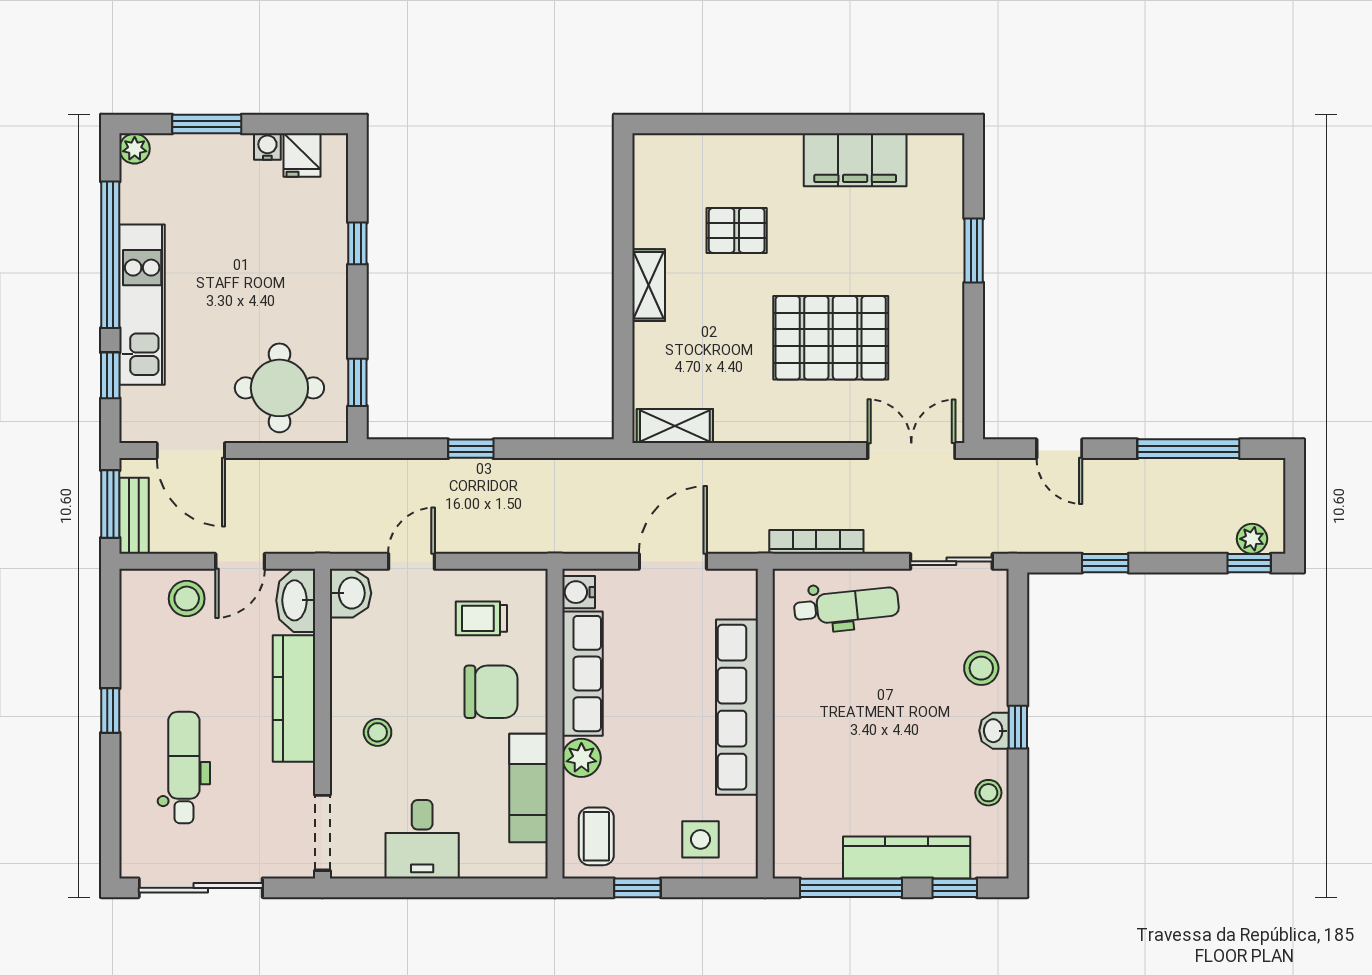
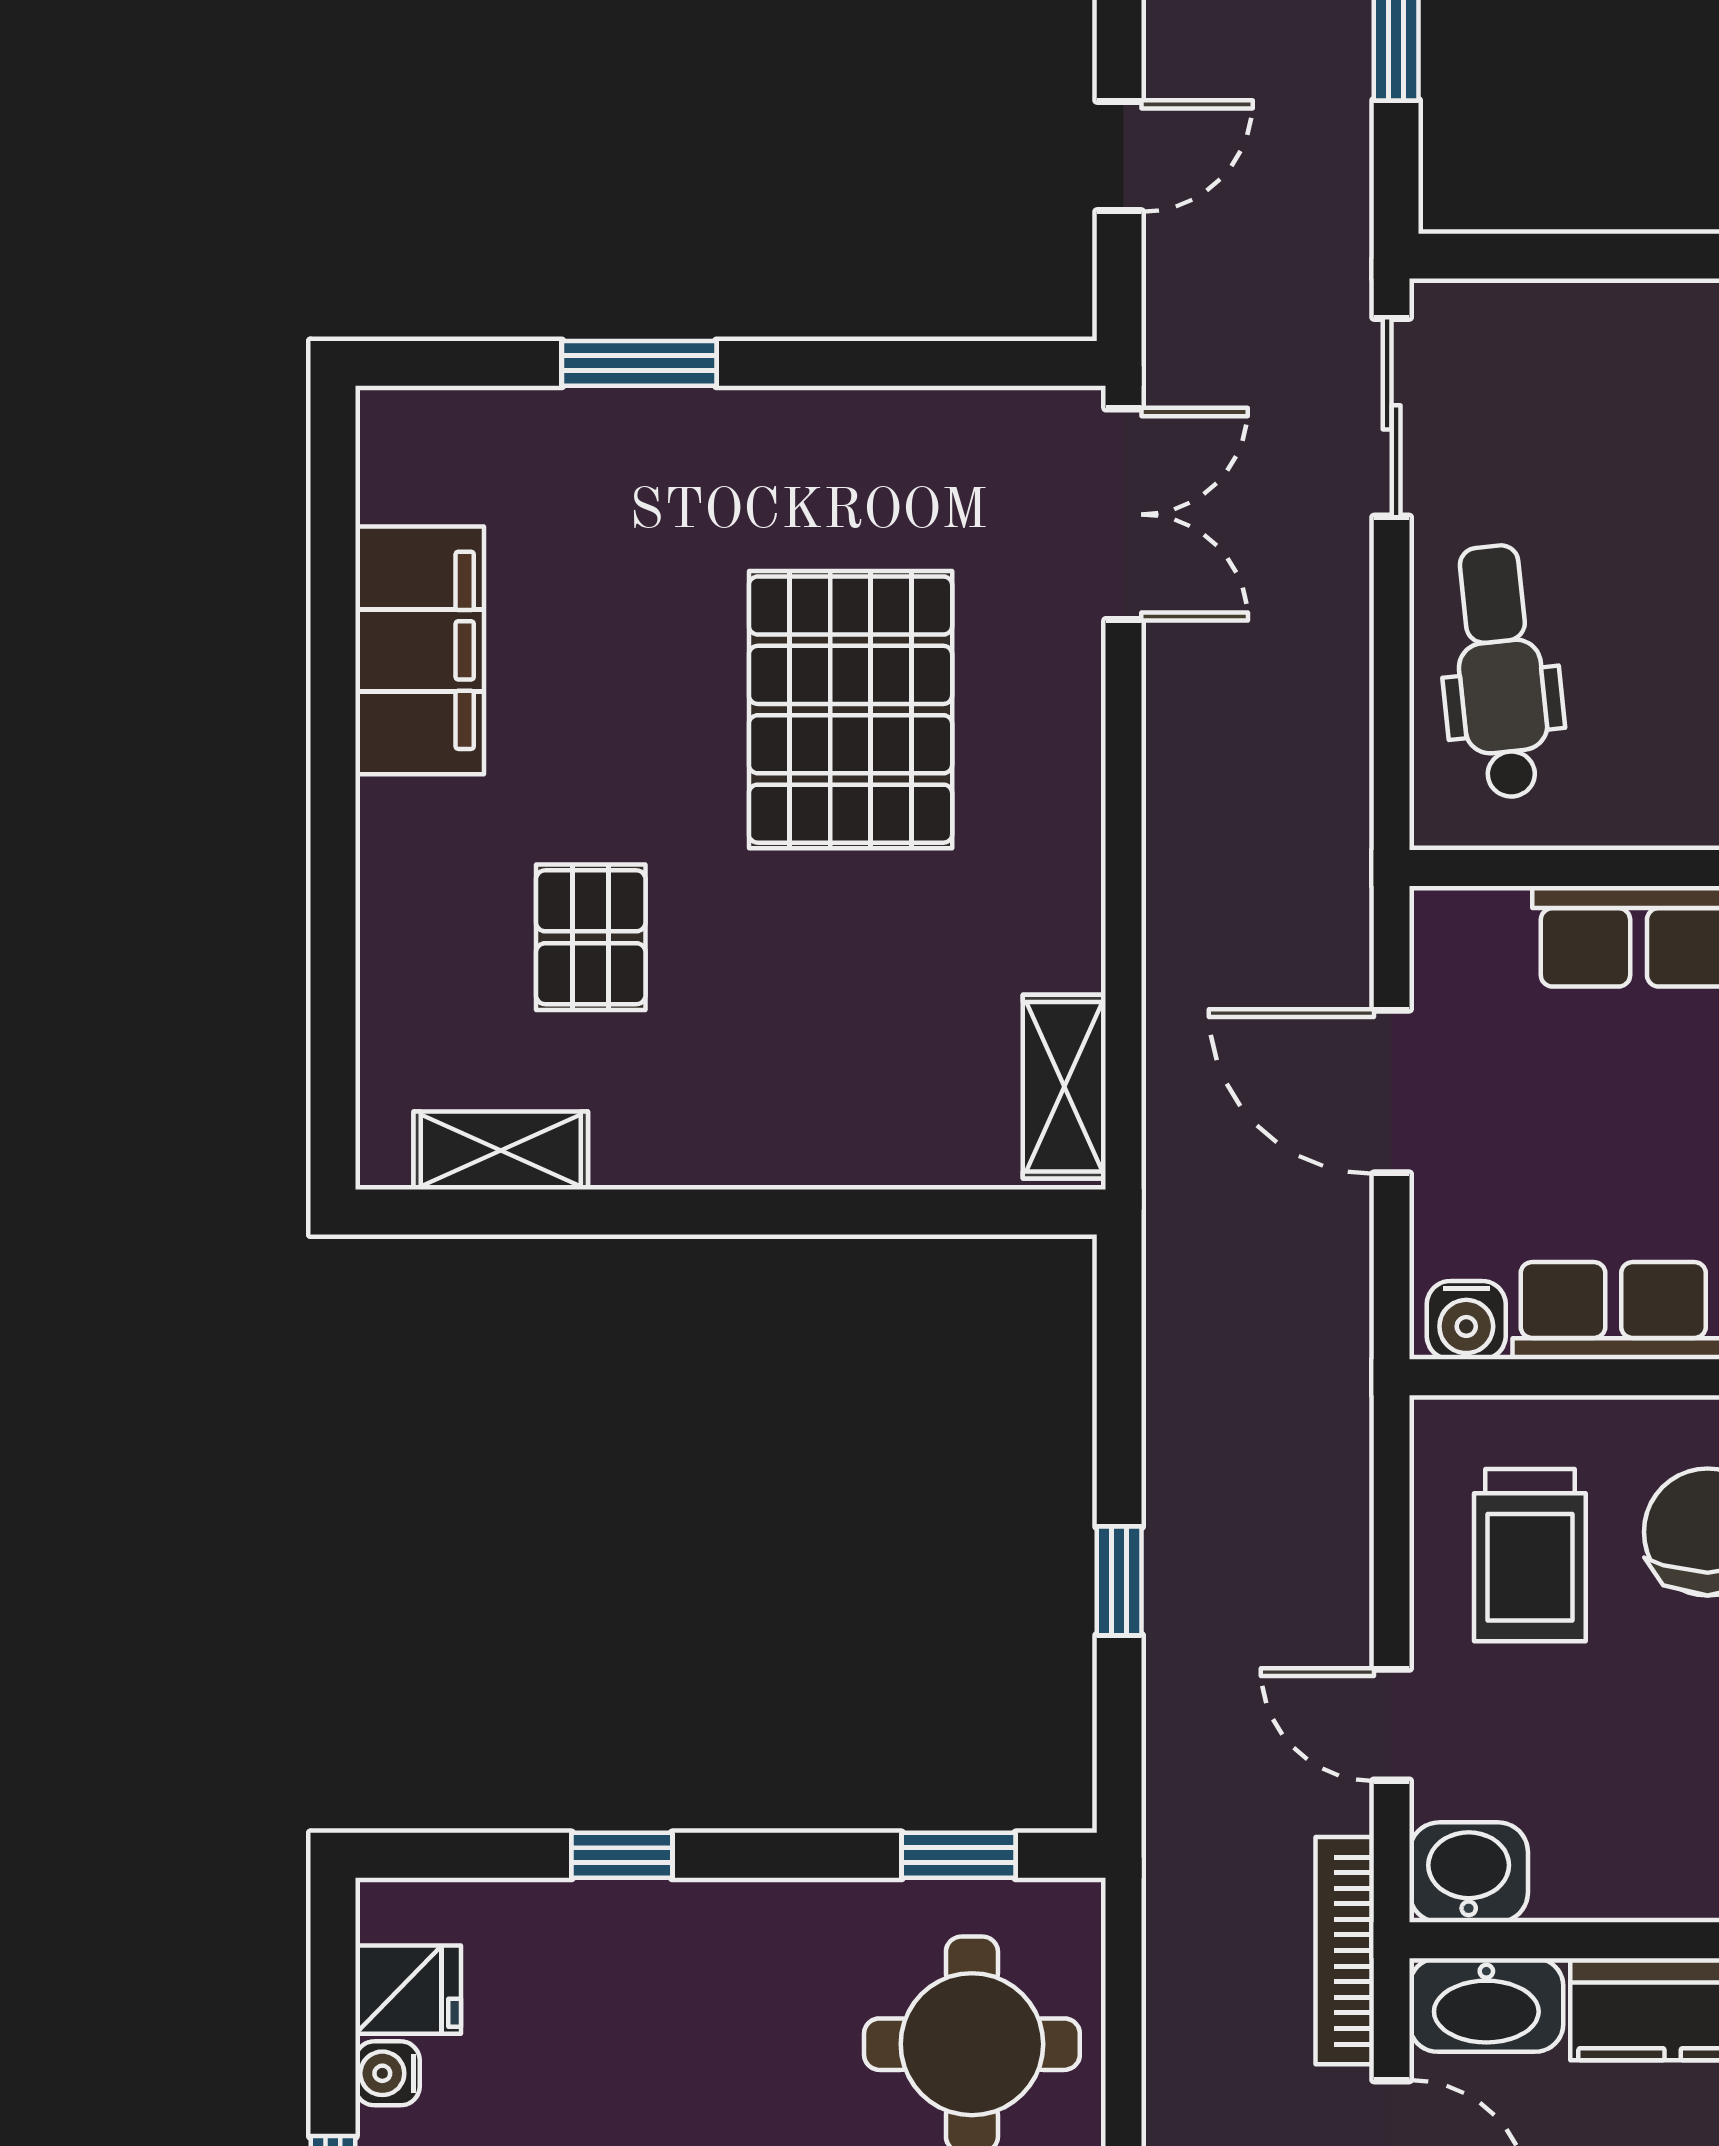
shelving: (649, 285) -> (501, 1151), moved
double door: (911, 451) -> (1124, 514), swing flipped
bookcase: (816, 542) -> (1345, 1951), moved
trolley: (481, 618) -> (1530, 1555), width x1.36, depth x1.39
stool: (981, 668) -> (1650, 345), removed

